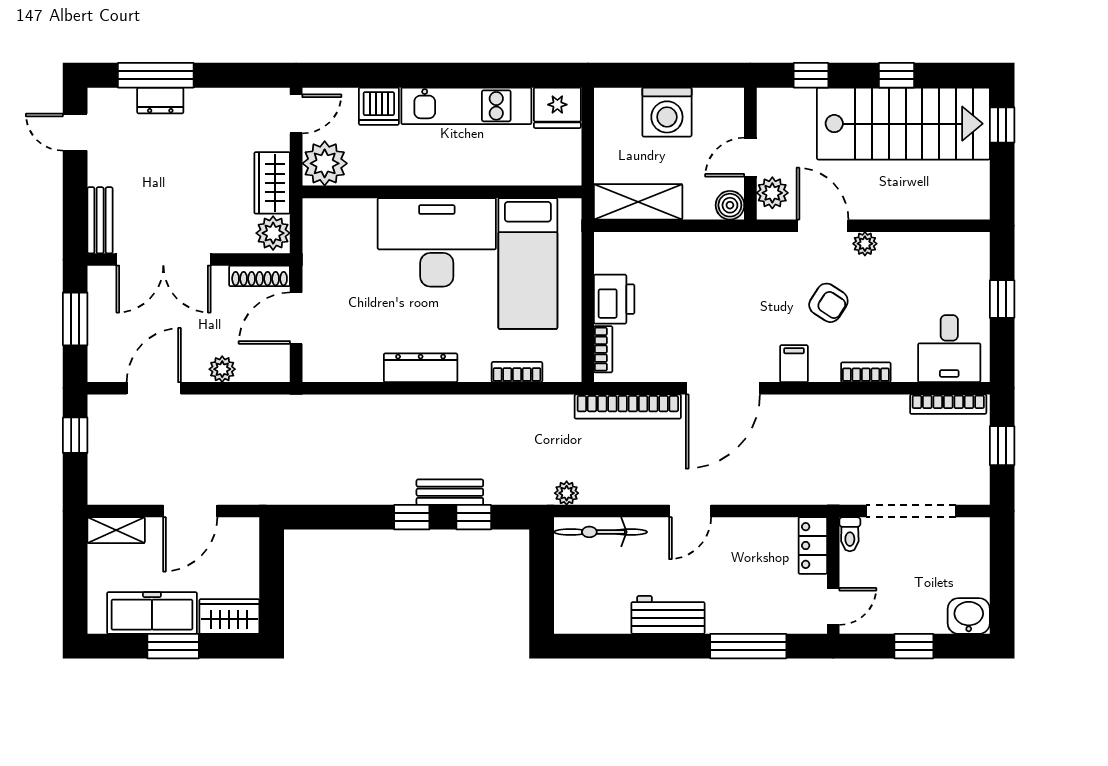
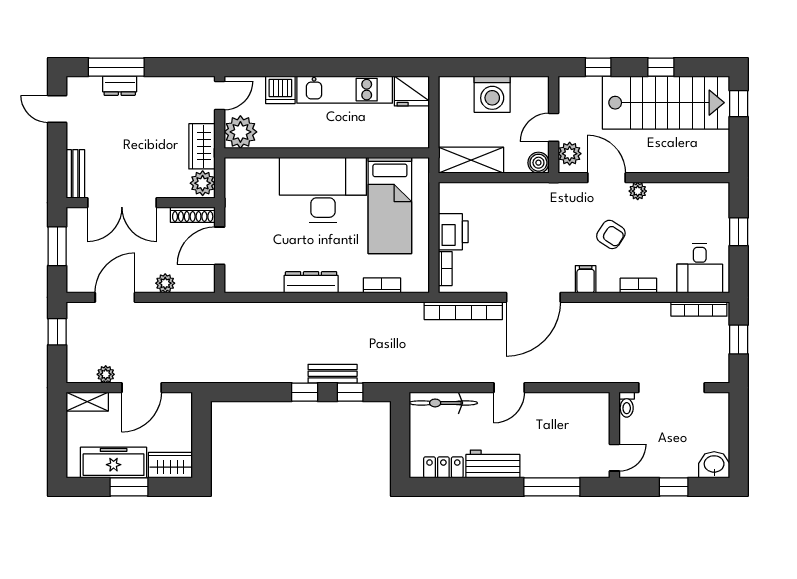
plant: (567, 493) -> (106, 374), moved
locker: (813, 546) -> (443, 467), moved, turned 90

